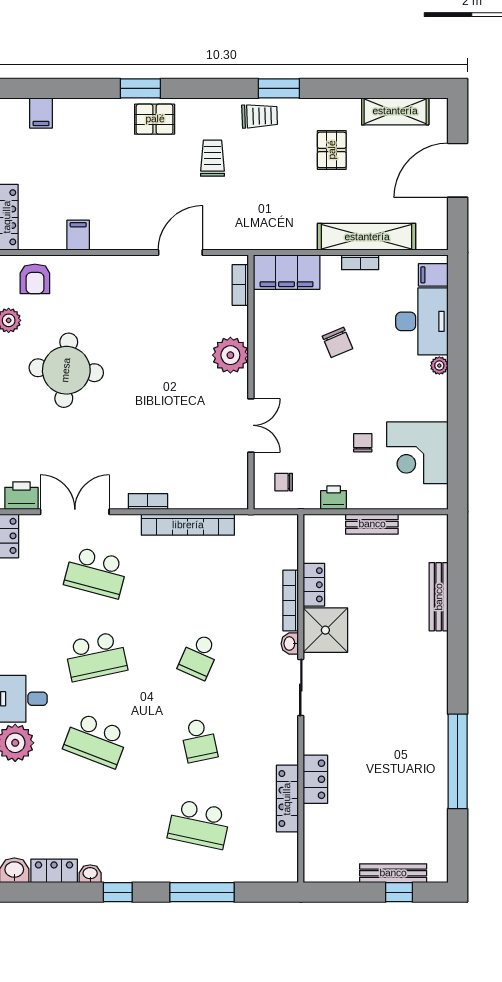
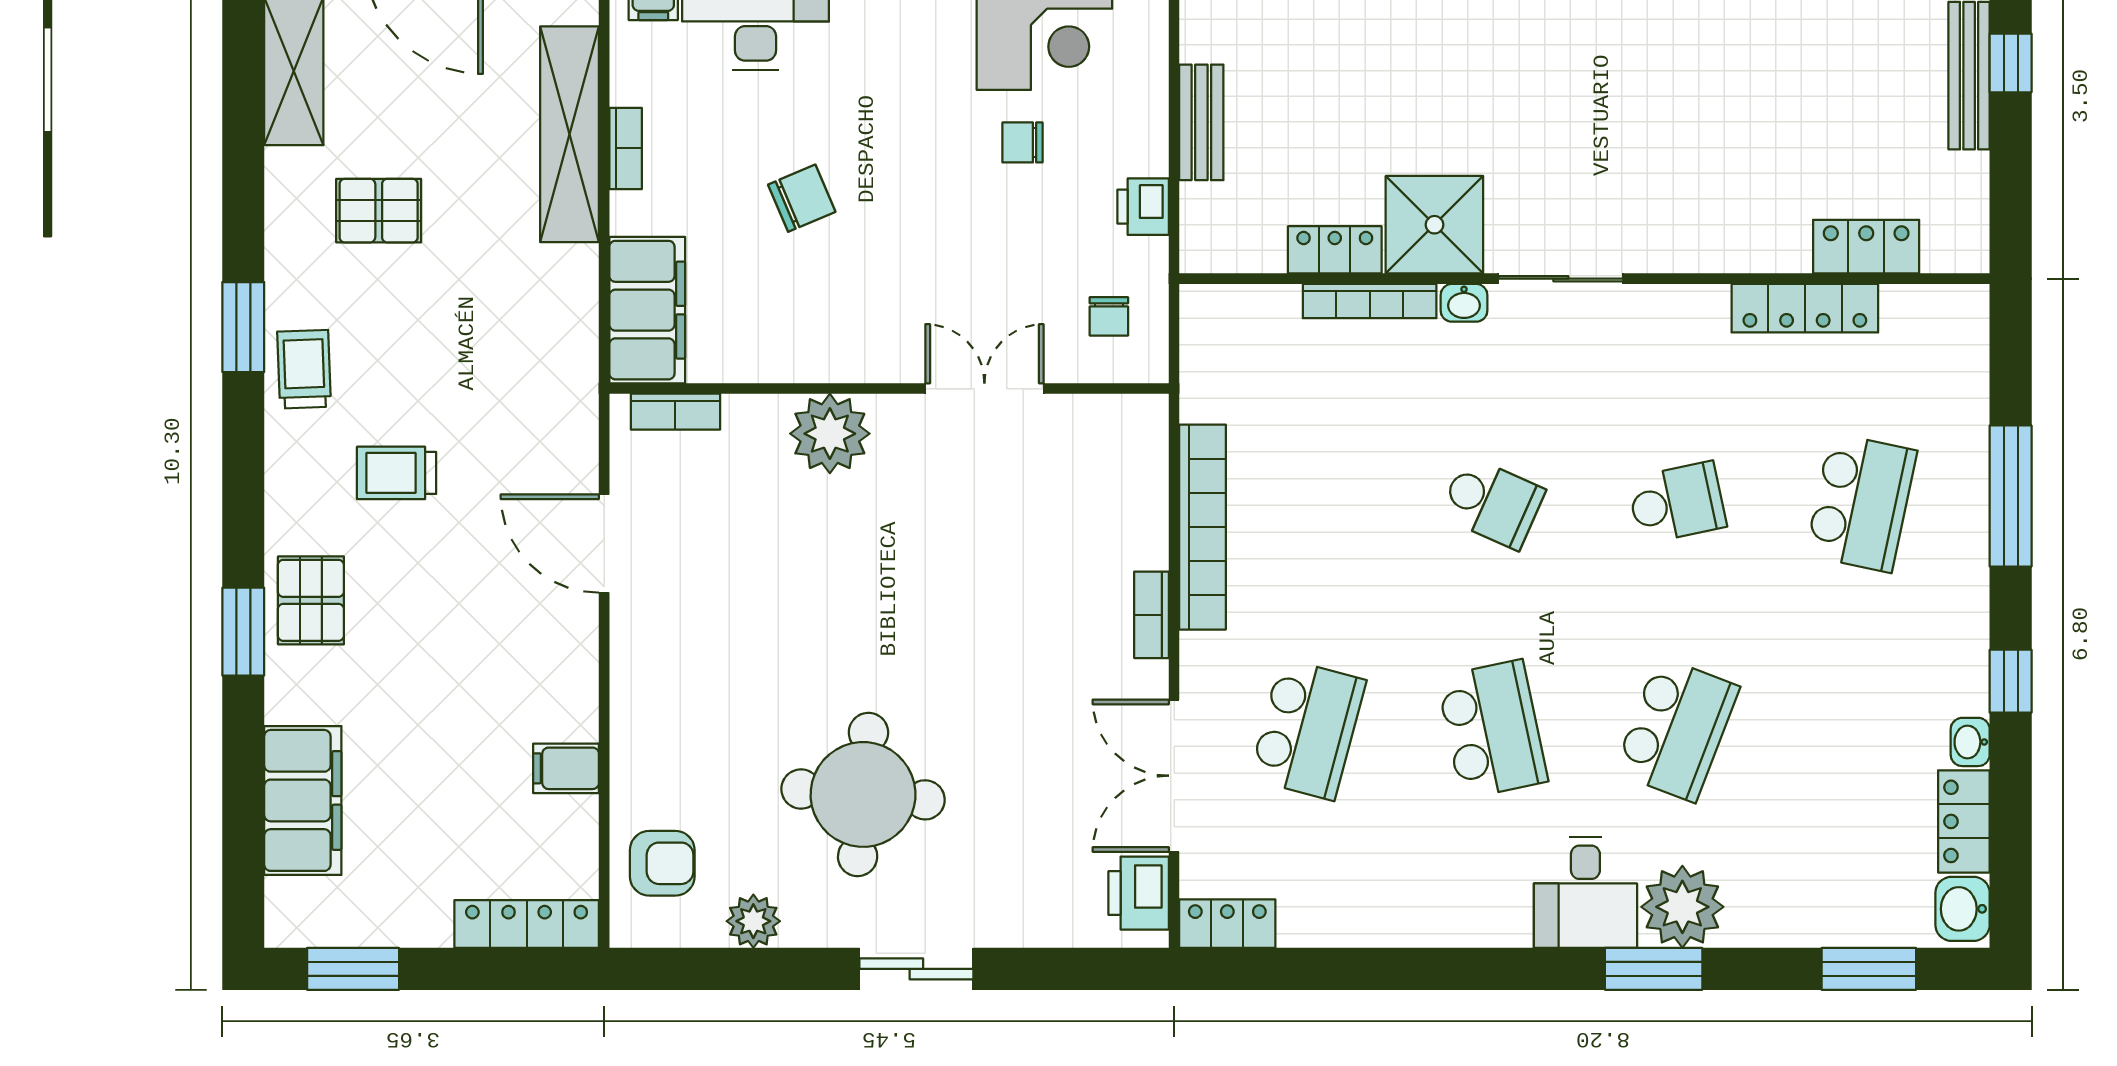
filing cabinet: (41, 113) -> (303, 800), width x3.00, depth x1.17
locker: (315, 779) -> (1866, 247), moved

